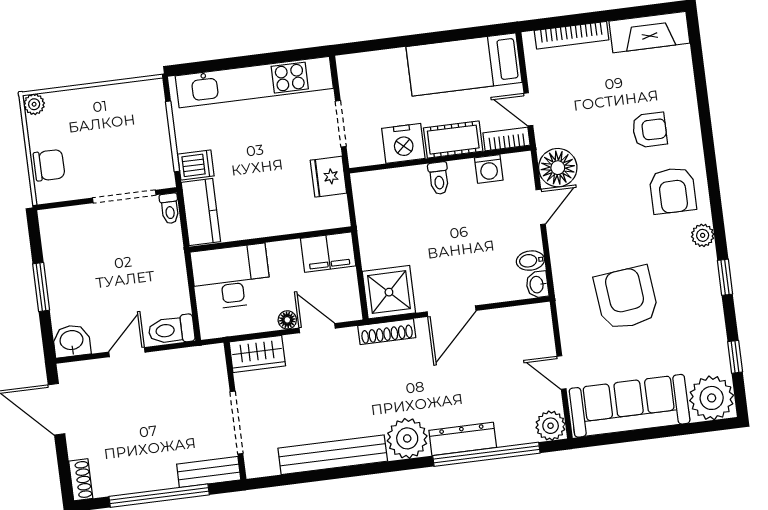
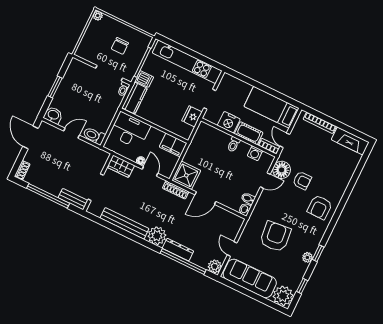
armchair: (650, 130) -> (302, 181), moved
chair: (49, 165) -> (120, 46), moved, turned 90
plant: (703, 235) -> (307, 257), moved

